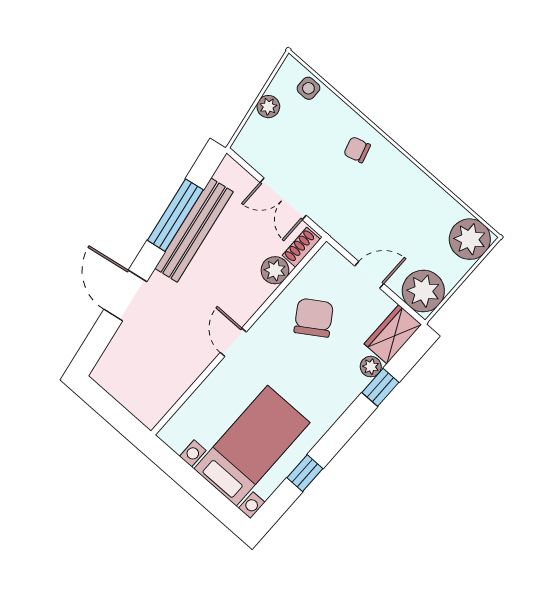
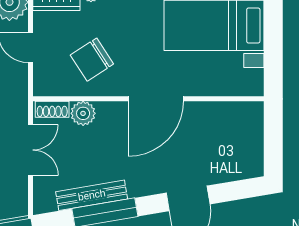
bench: (194, 230) -> (92, 195), width x0.73, depth x0.82
door: (233, 342) -> (156, 99), width x1.88

